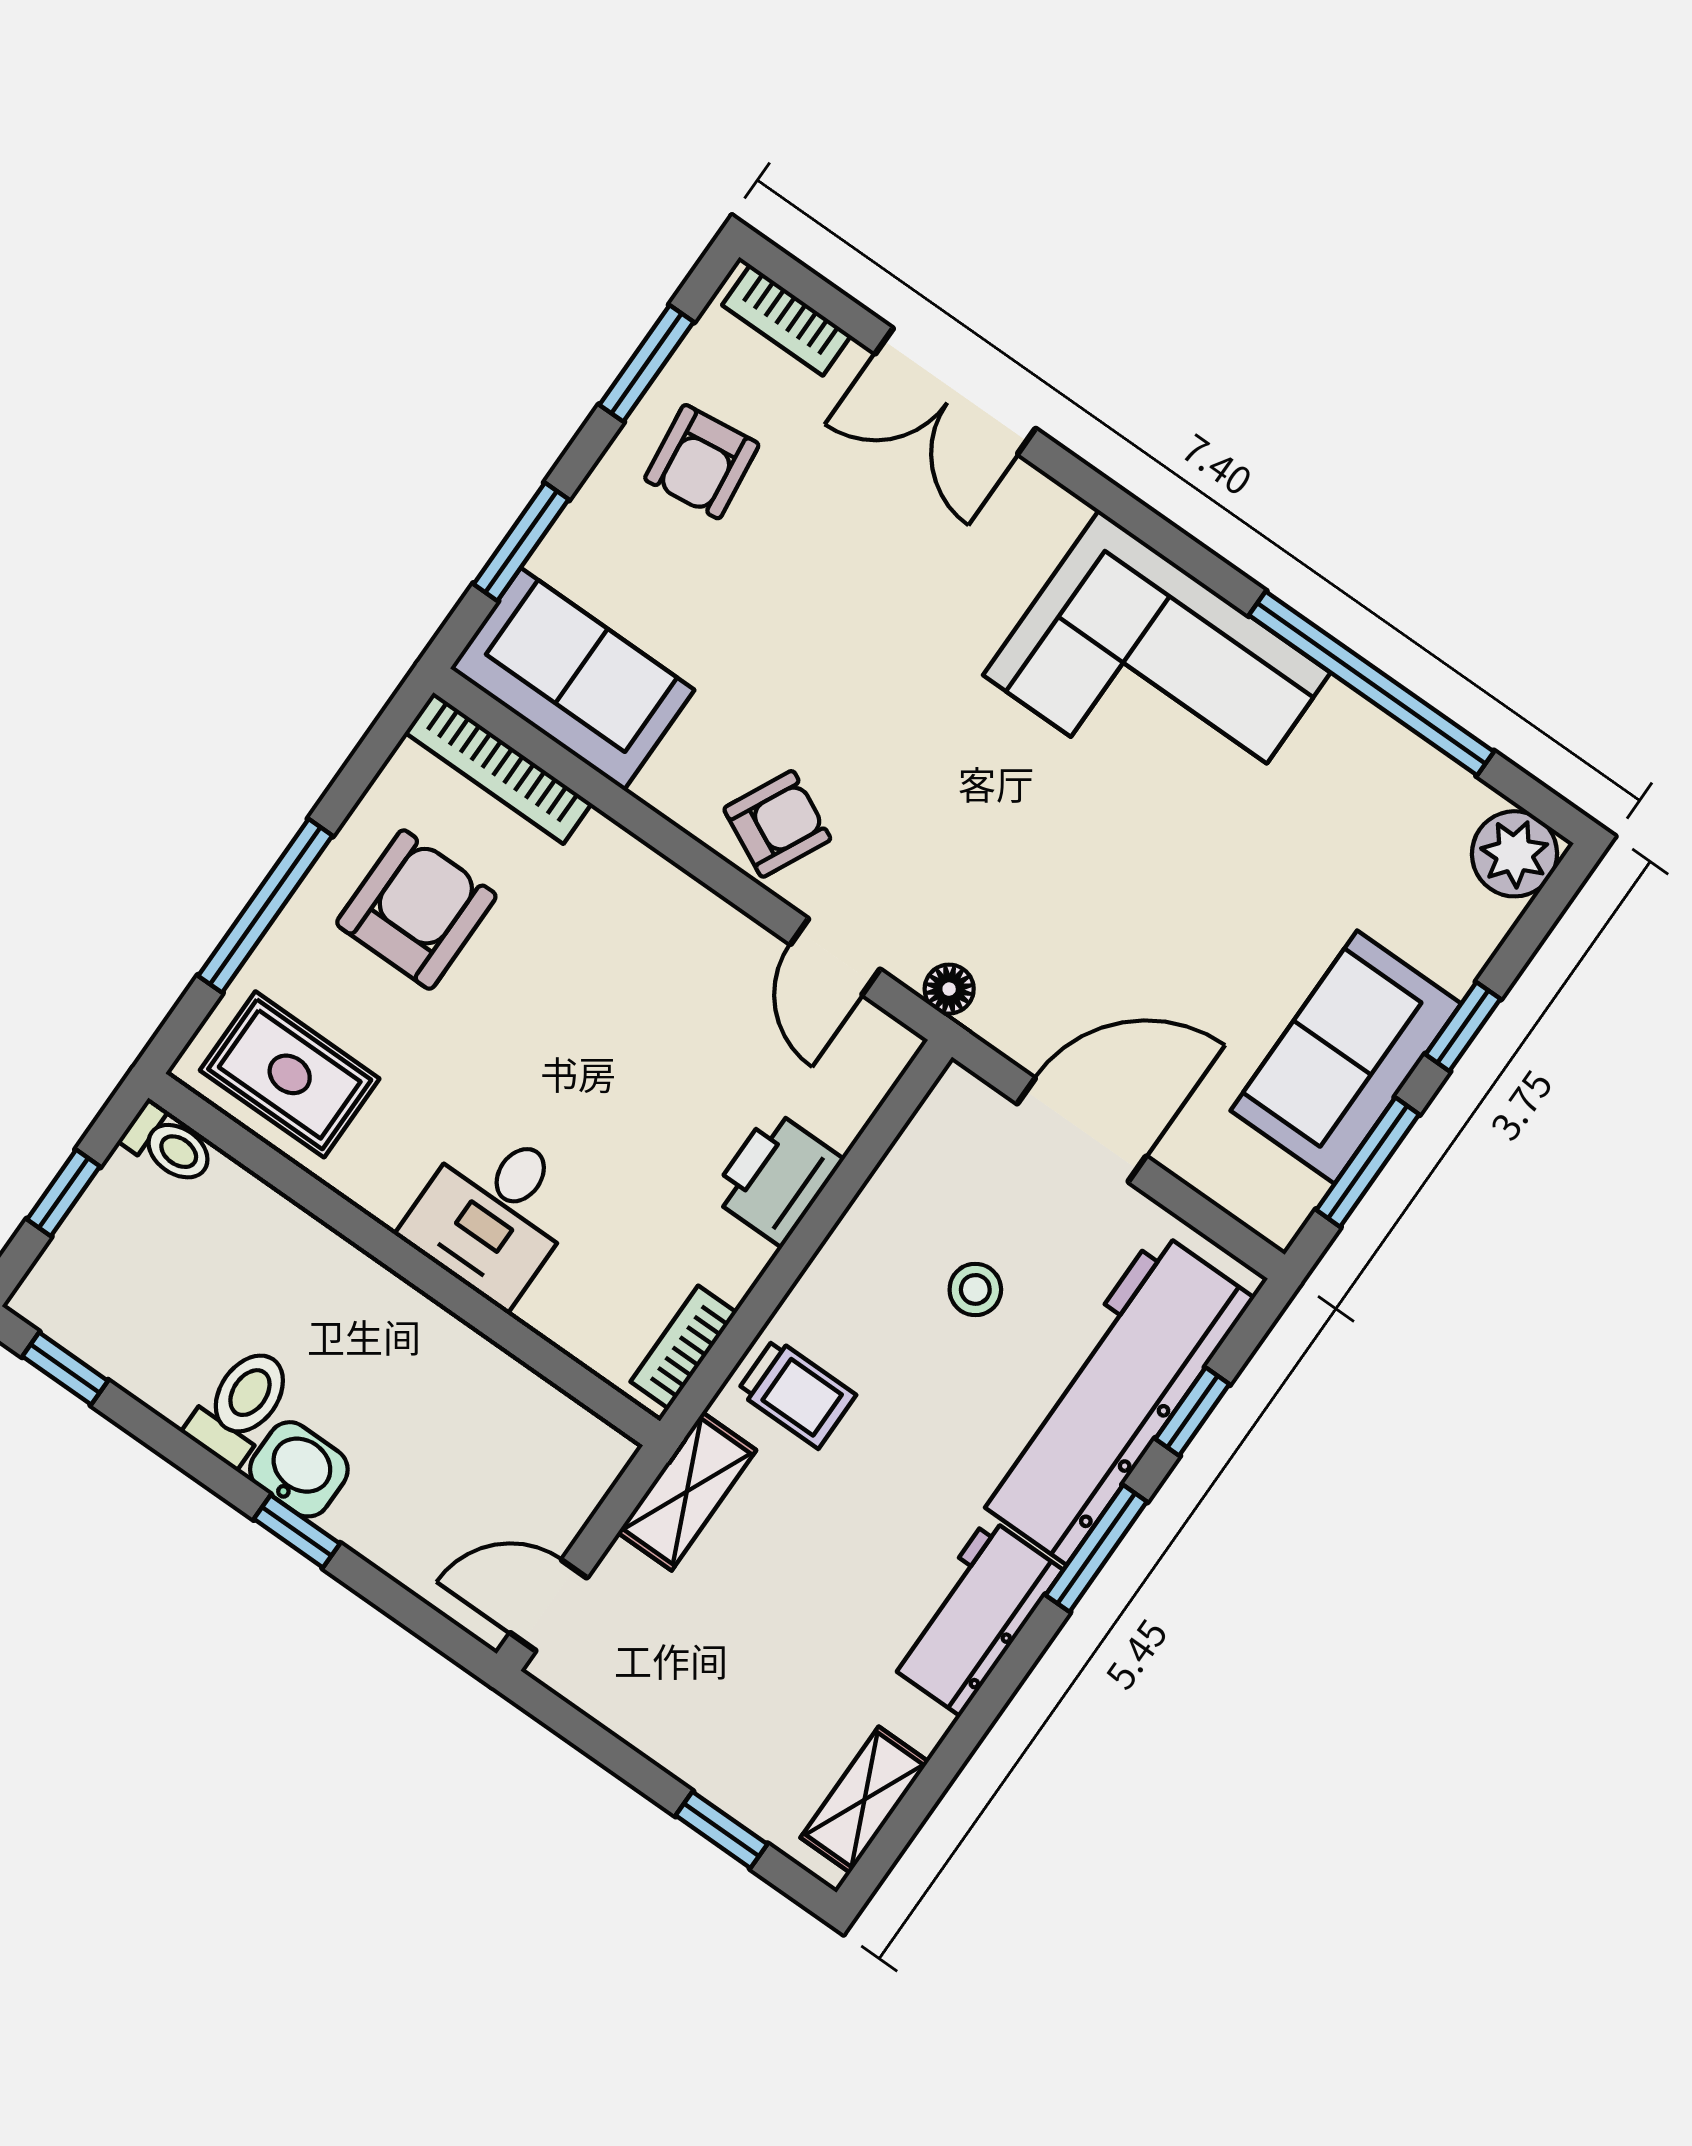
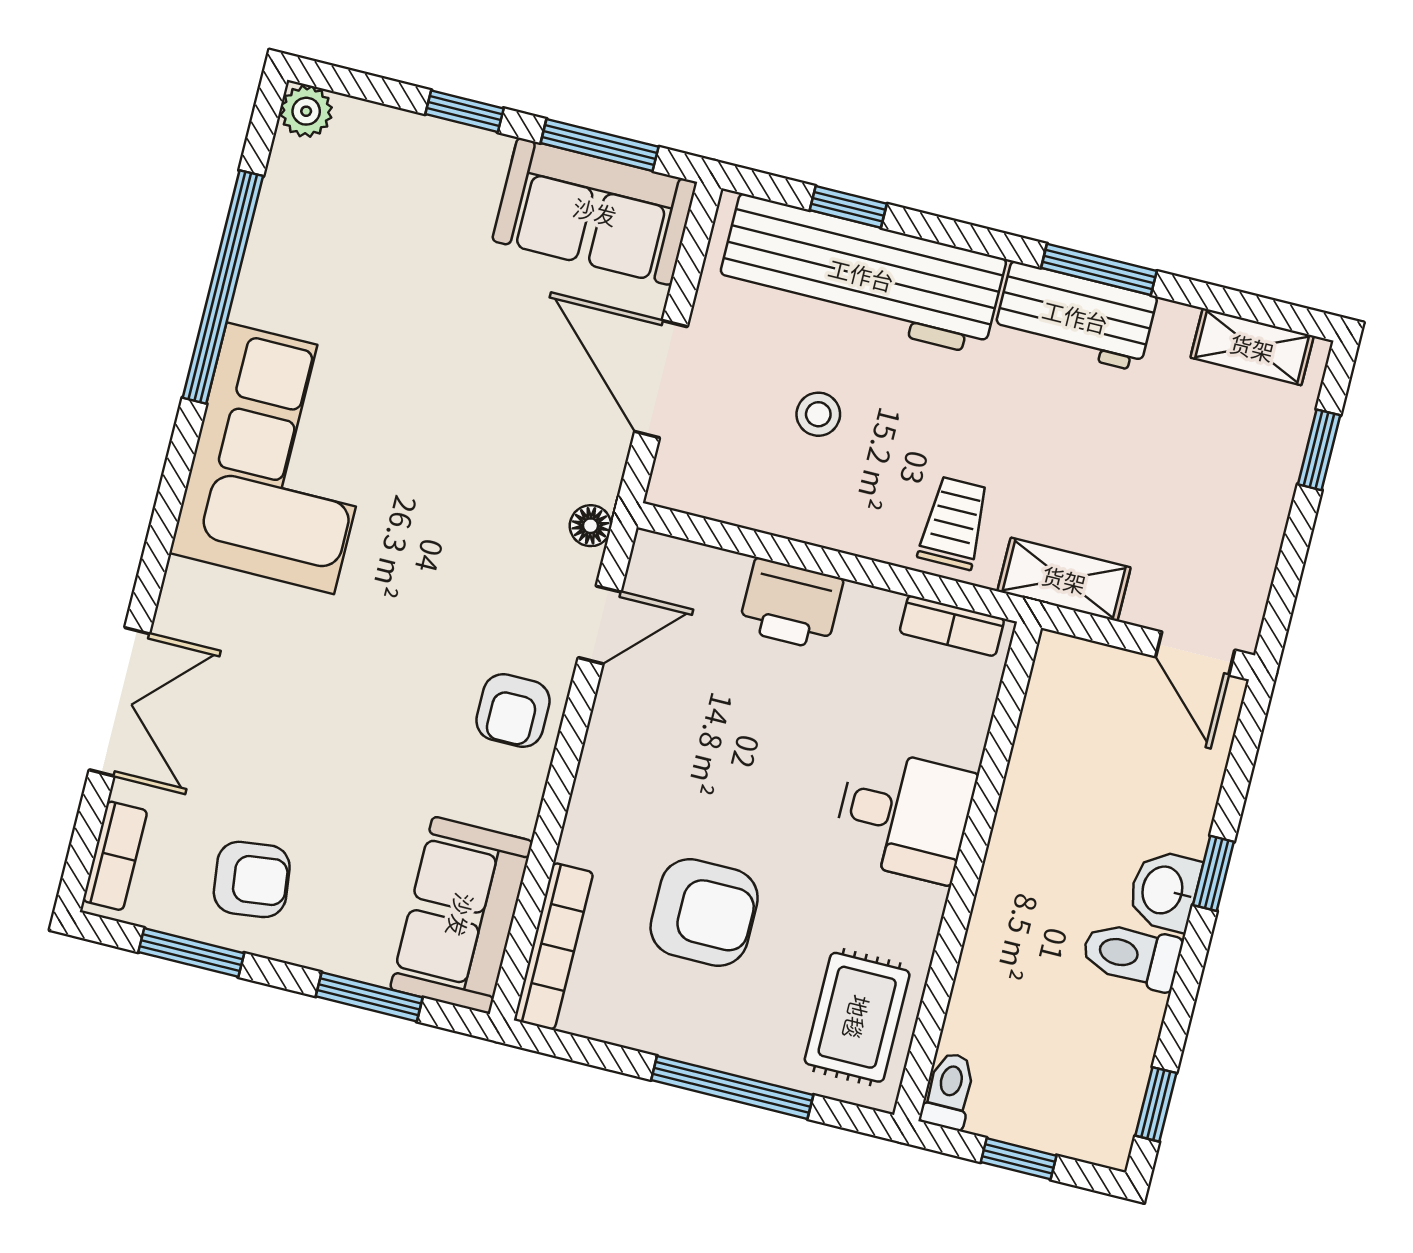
armchair: (777, 824) -> (513, 711), turned -116
plant: (1514, 854) -> (306, 111), width x0.73, depth x0.73
armchair: (416, 910) -> (704, 912), moved, turned 180
sofa: (1346, 1057) -> (595, 211), moved
window: (1096, 1548) -> (1099, 269), moved

